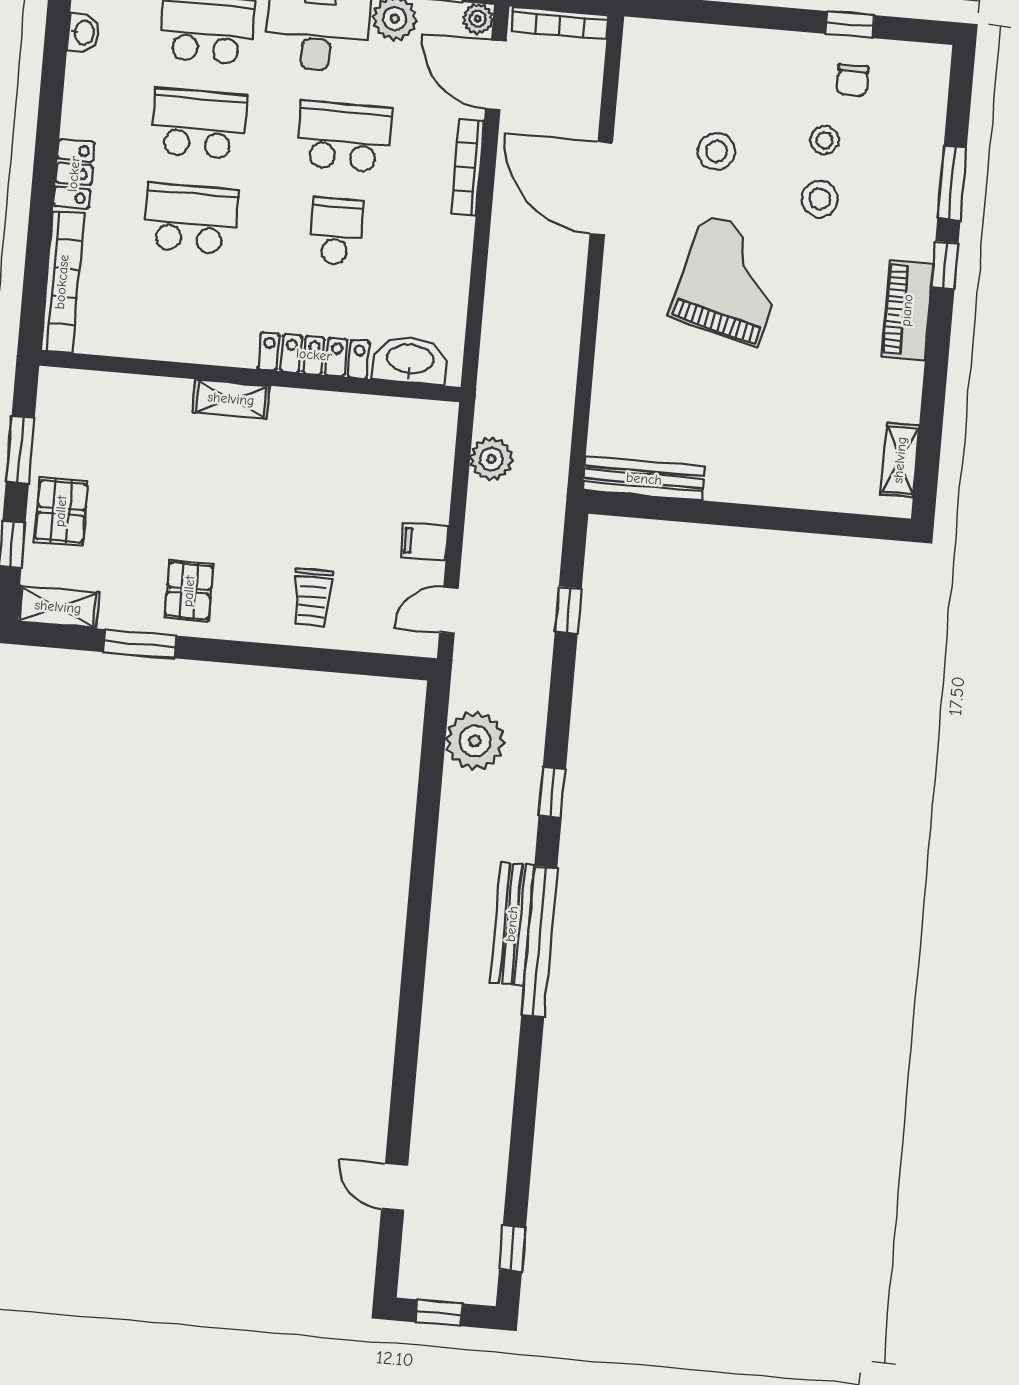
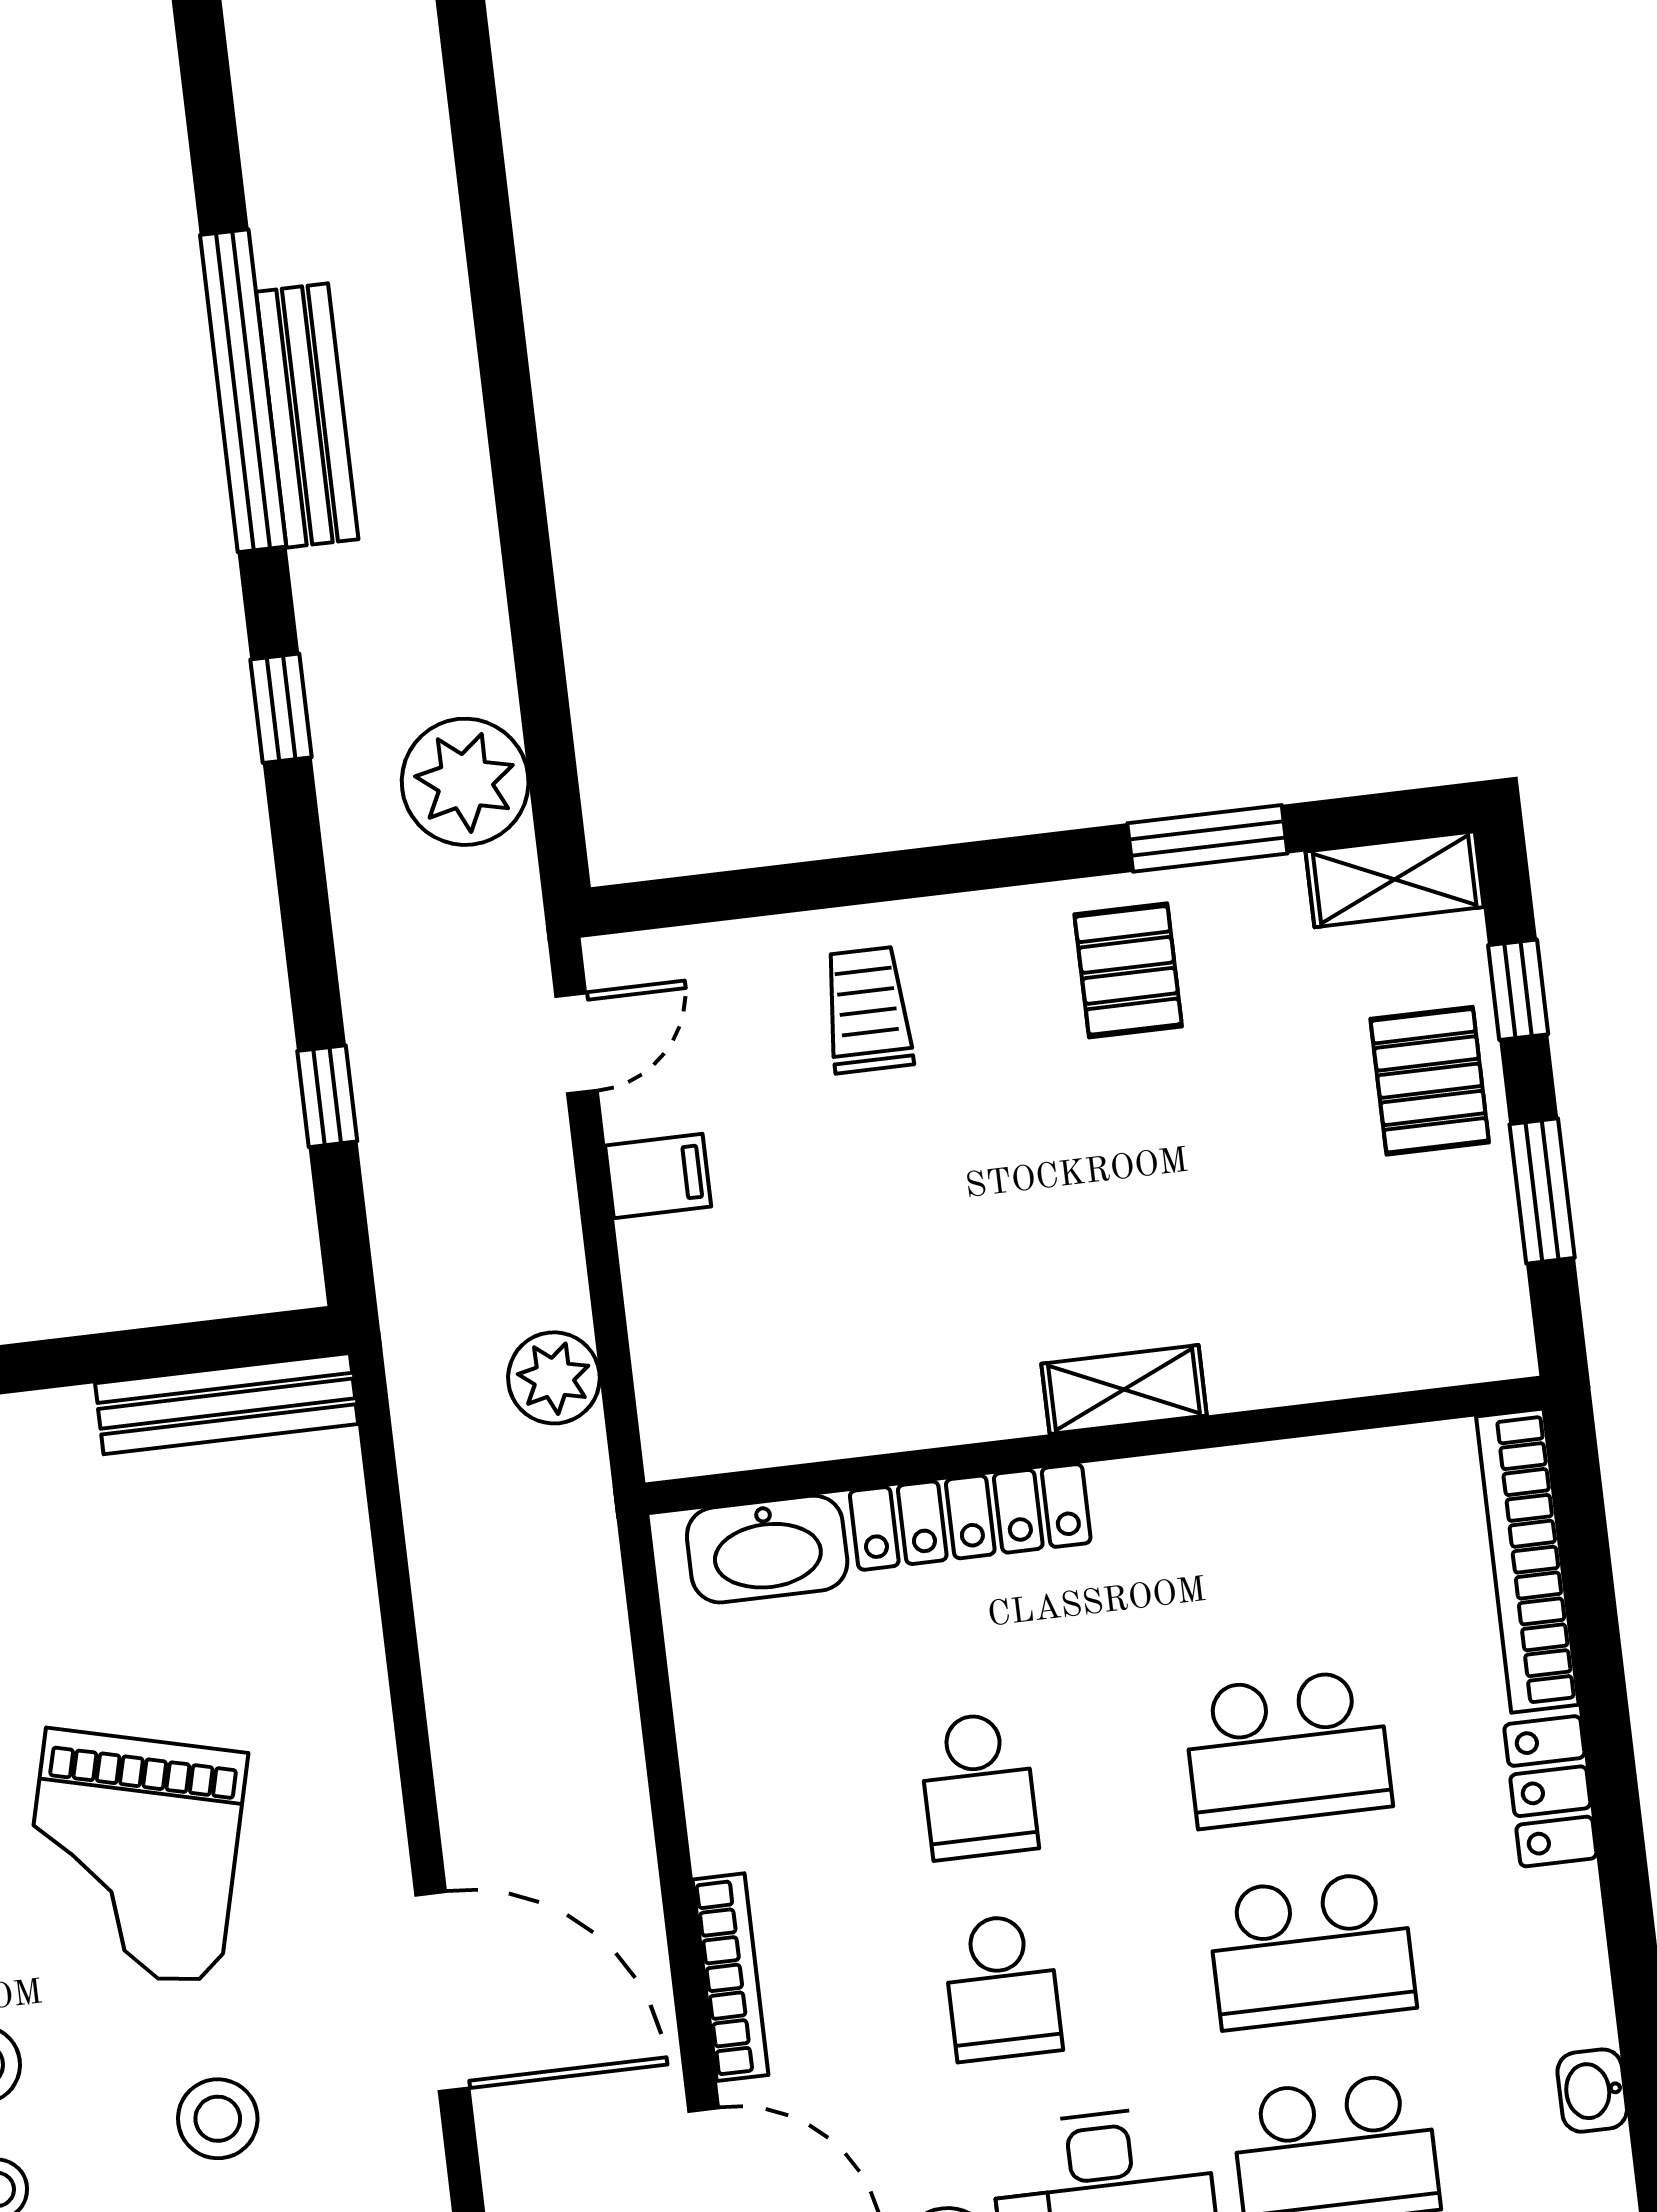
school desk: (344, 137) -> (1002, 1987), width x0.54

